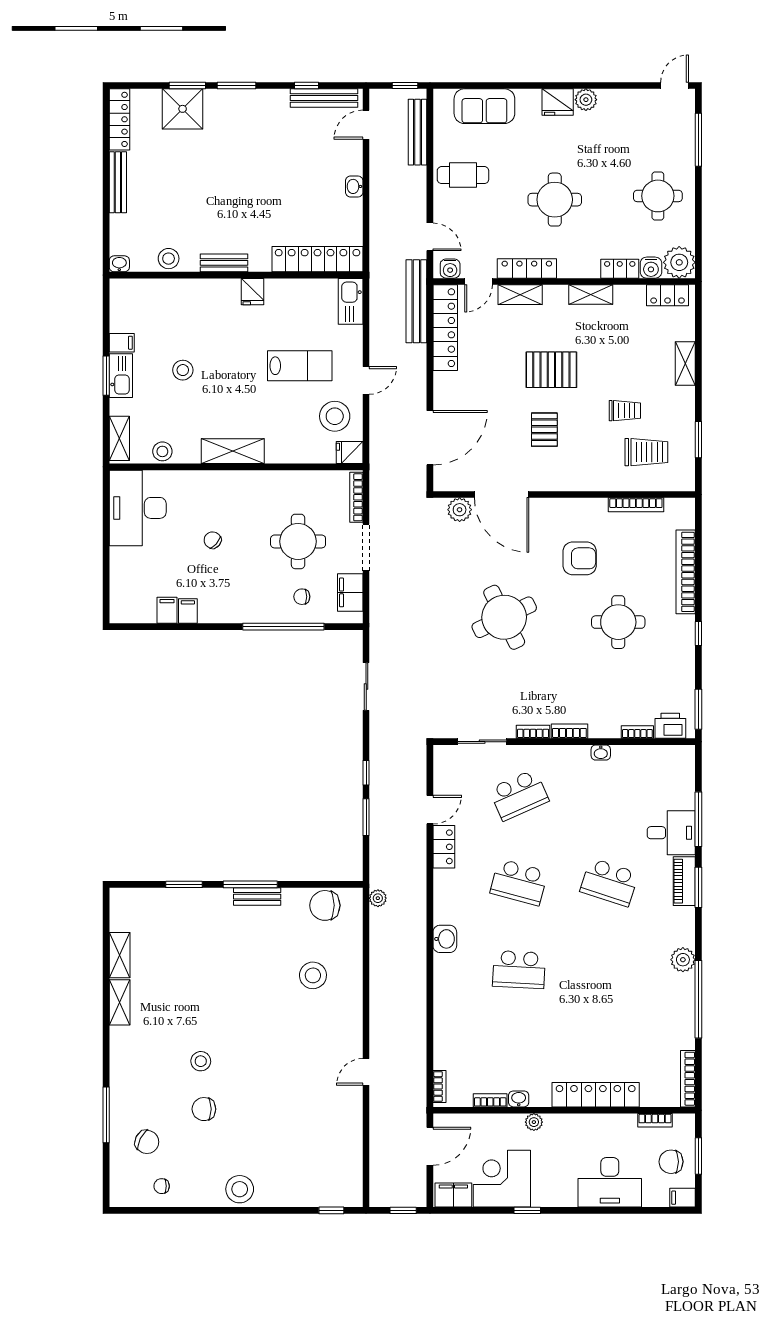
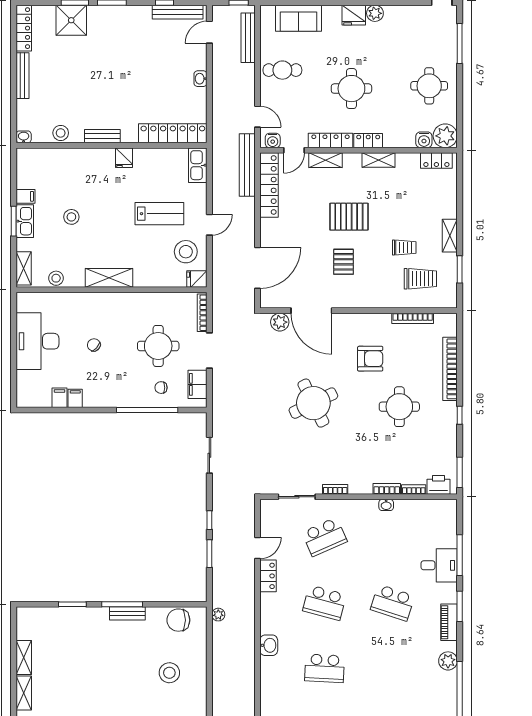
locker: (620, 269) -> (368, 141), moved
shelving: (685, 363) -> (450, 236), moved
desk: (138, 508) -> (37, 341), moved
bookcase: (569, 731) -> (387, 489), moved
piano: (684, 881) -> (449, 622), moved

